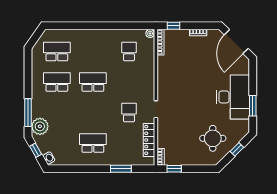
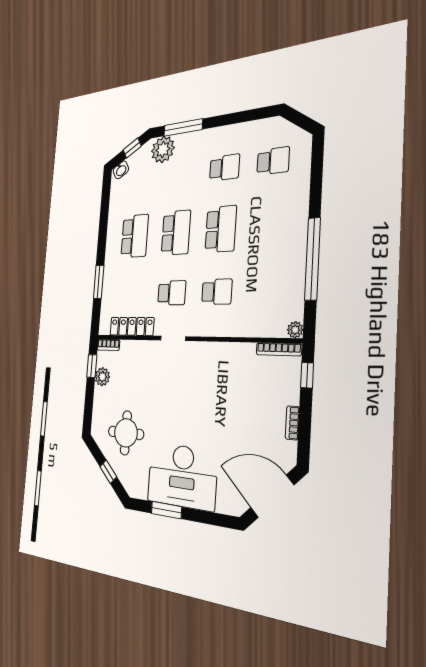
window: (113, 26) -> (313, 259), added
school desk: (57, 51) -> (273, 161), width x0.54
school desk: (129, 51) -> (217, 292), moved
school desk: (57, 82) -> (225, 168), width x0.54
school desk: (93, 113) -> (176, 233), added
plant: (180, 160) -> (102, 377), added

